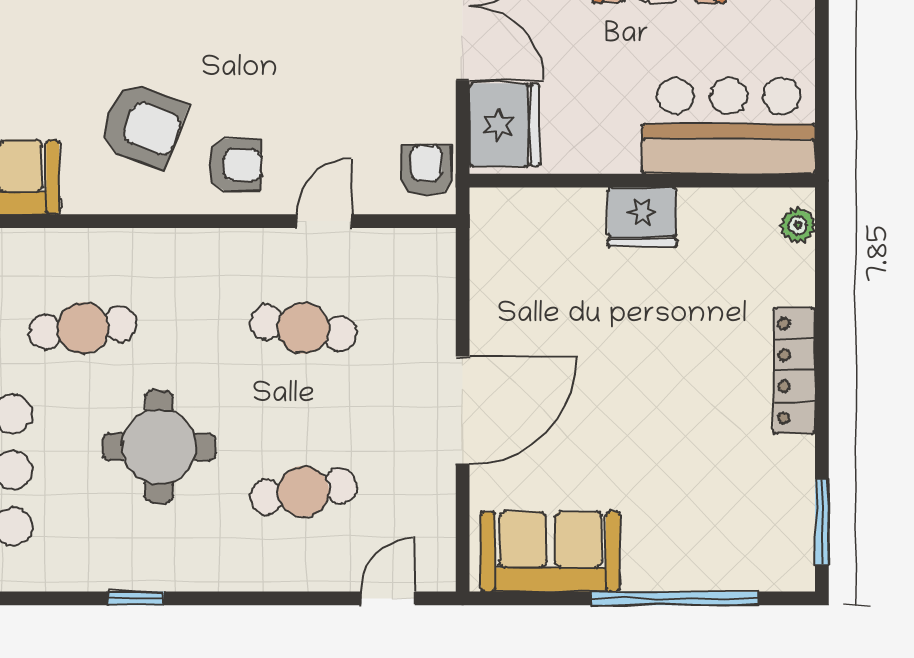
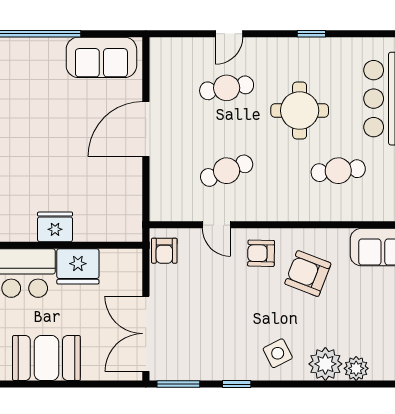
fridge: (504, 125) -> (78, 266), moved, turned -90
door: (324, 221) -> (216, 225), hinge flipped
cafe table: (303, 328) -> (227, 171), turned -30
door: (388, 598) -> (229, 34), moved

